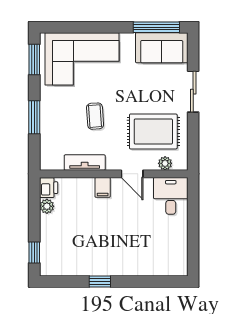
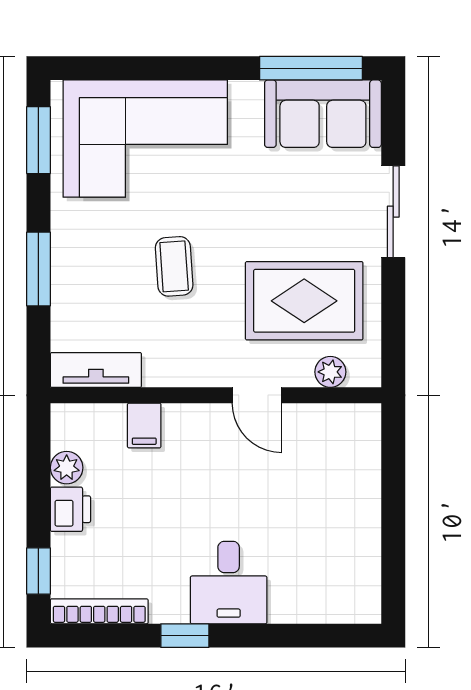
tv unit: (85, 162) -> (96, 370), moved
filing cabinet: (103, 187) -> (144, 426), moved
printer: (49, 188) -> (70, 509), moved
desk: (171, 196) -> (229, 583), moved, turned 180
bookcase: (61, 271) -> (99, 611), added

